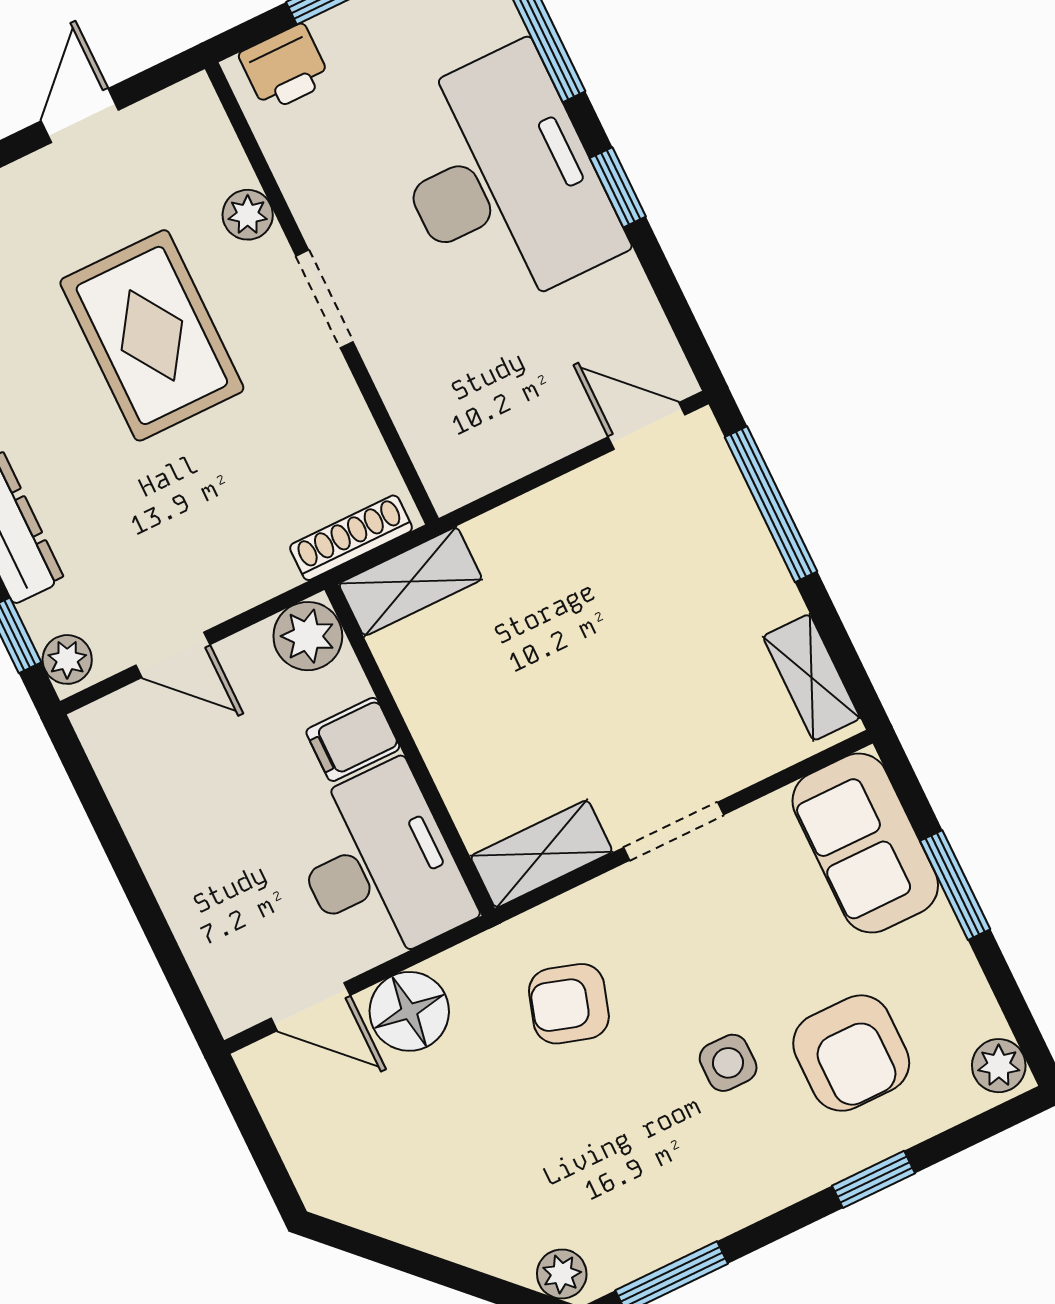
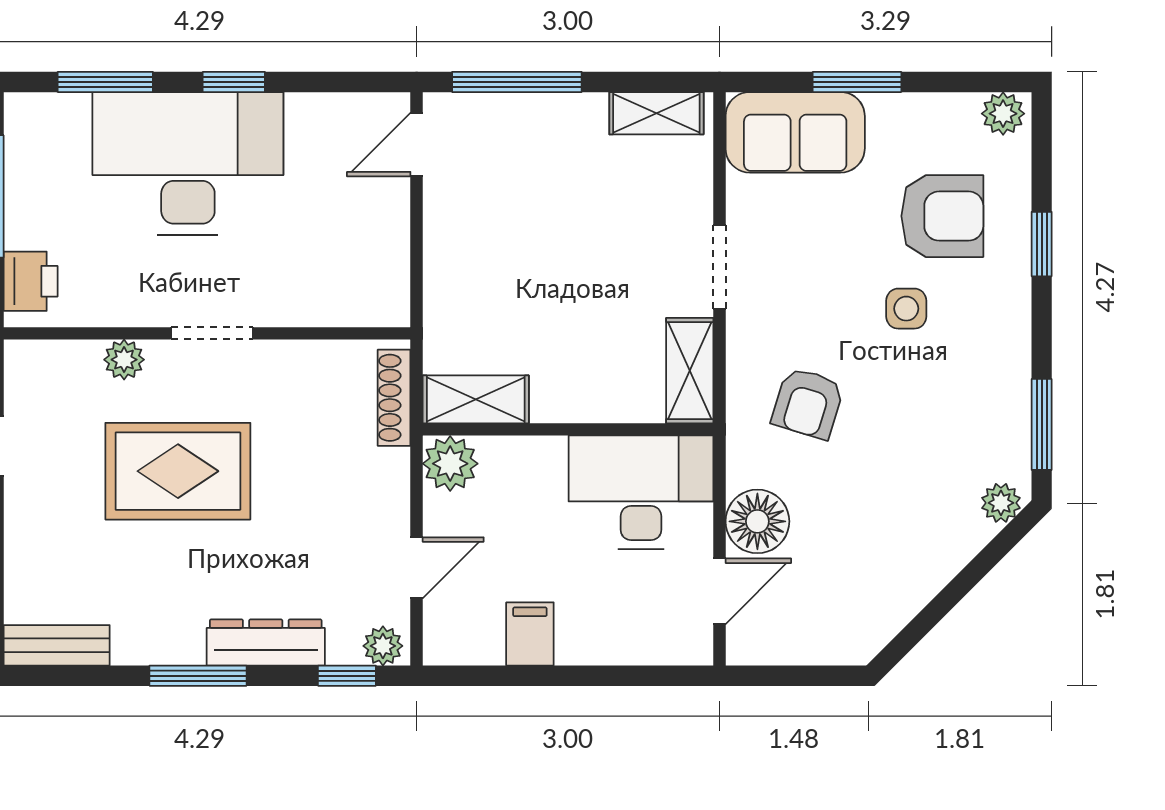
shelving: (410, 581) -> (476, 399), moved, turned 90
filing cabinet: (353, 739) -> (530, 634), moved, turned 180

